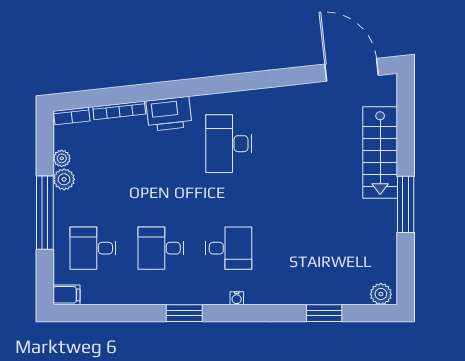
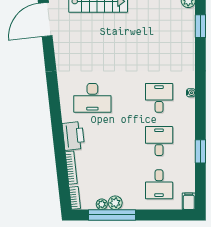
window: (45, 213) -> (112, 215), moved
desk: (161, 248) -> (159, 141), turned 180
window: (184, 313) -> (200, 151), moved
window: (324, 313) -> (200, 26), moved

